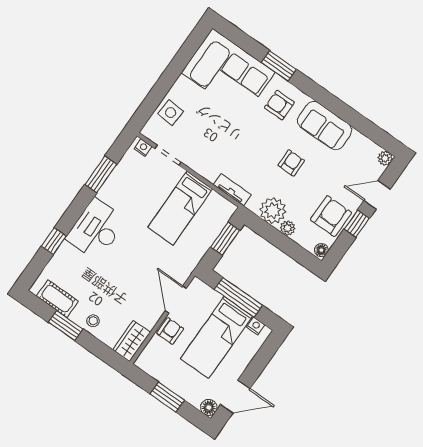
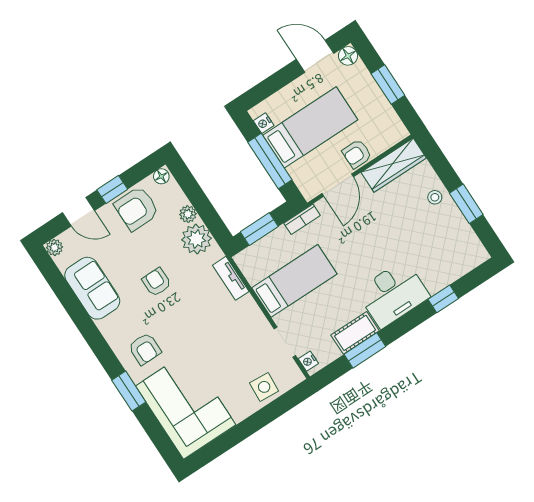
sofa: (325, 126) -> (92, 288), moved
armchair: (291, 163) -> (157, 282), turned 90
bookcase: (194, 260) -> (302, 219), added
cot: (57, 299) -> (355, 333), moved, turned 90
wardrobe: (132, 341) -> (394, 165), width x1.50

